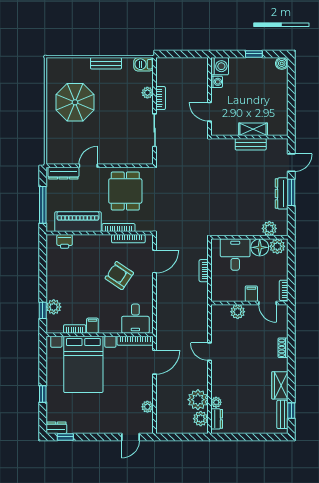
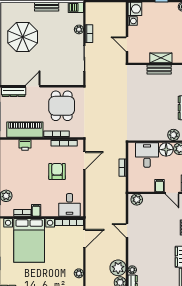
printer: (65, 241) -> (25, 145), moved
armchair: (119, 276) -> (57, 171), turned 56
plant: (238, 312) -> (137, 200), moved

